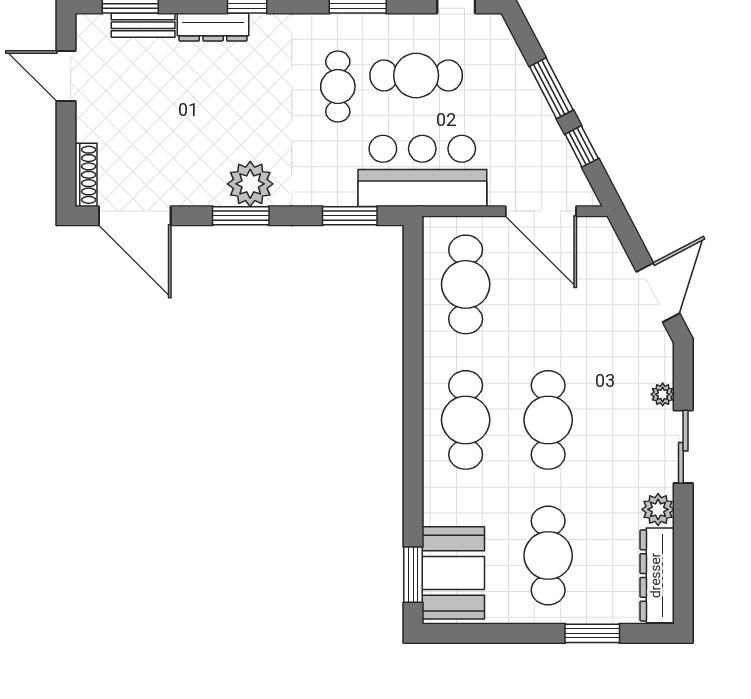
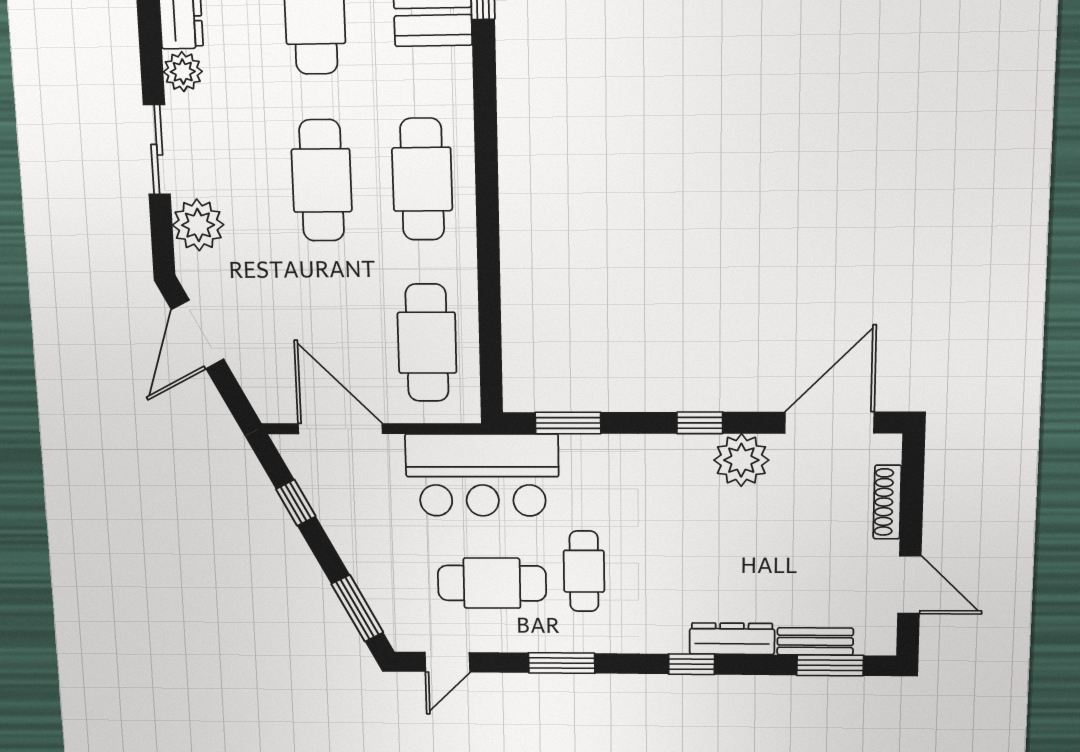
window: (551, 88) -> (357, 608), moved
shoe rack: (86, 175) -> (887, 502), moved
plant: (250, 184) -> (741, 460), moved
door: (135, 216) -> (829, 423), hinge flipped
window: (241, 216) -> (700, 423), width x0.67
plant: (663, 394) -> (198, 225), width x1.88, depth x1.88

